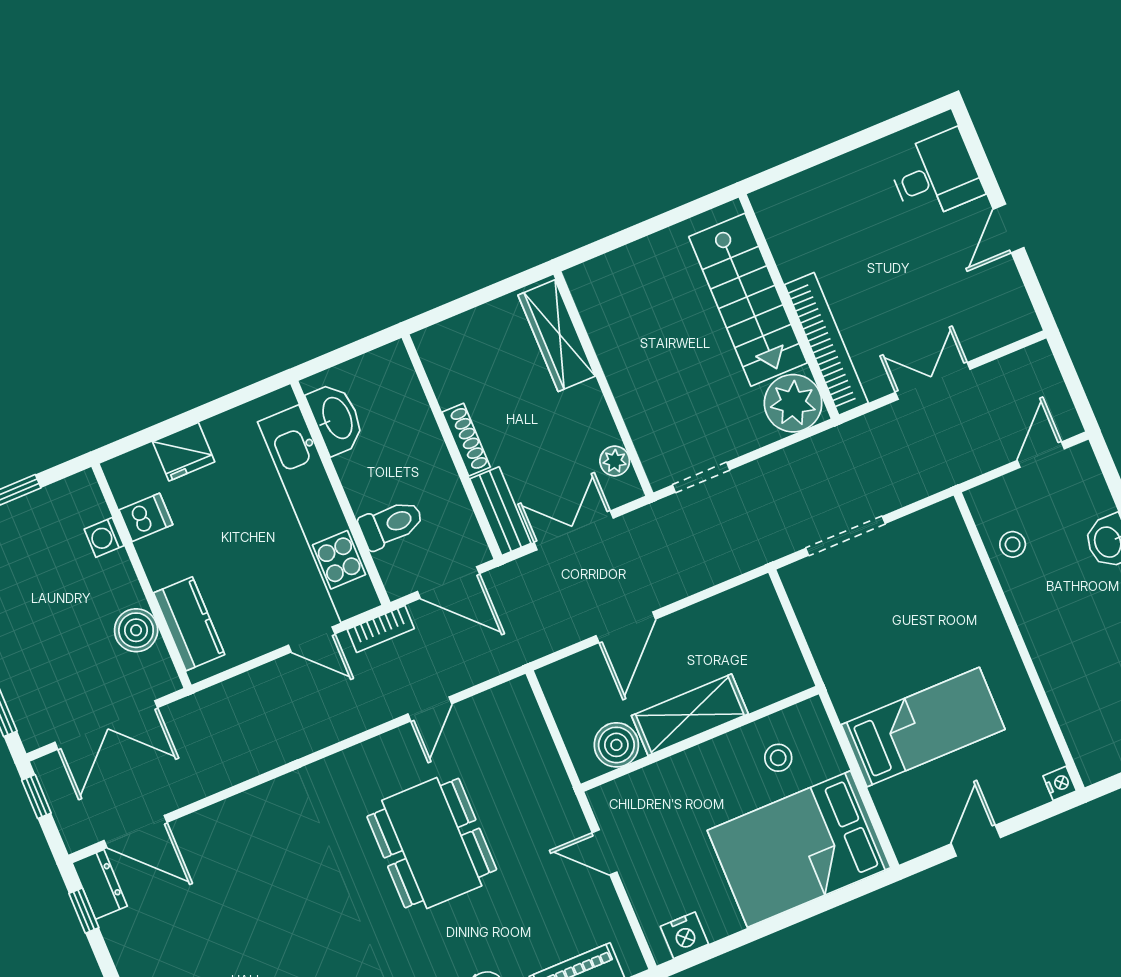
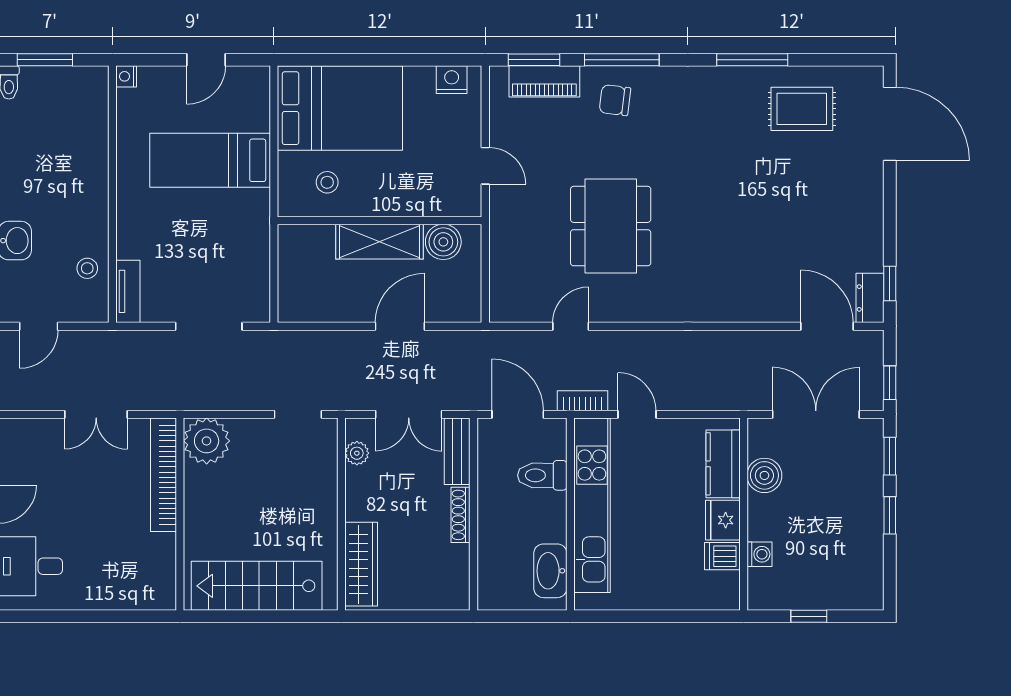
stairs: (748, 300) -> (257, 586), moved, turned -90
fridge: (184, 452) -> (723, 520), moved, turned -90
tv unit: (955, 537) -> (128, 291), added

